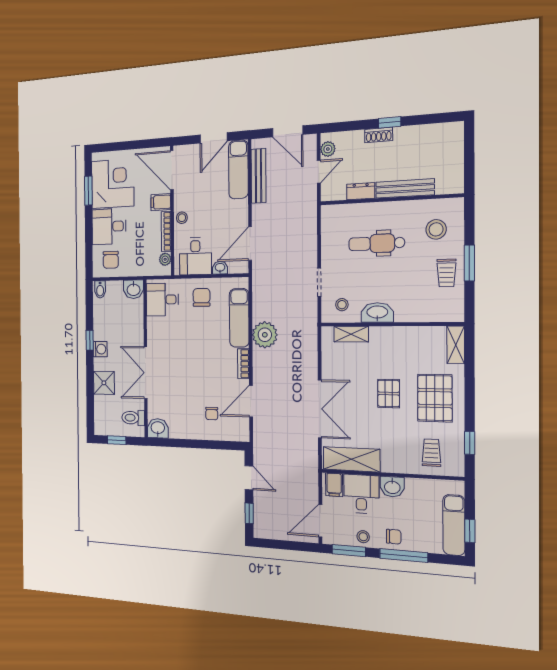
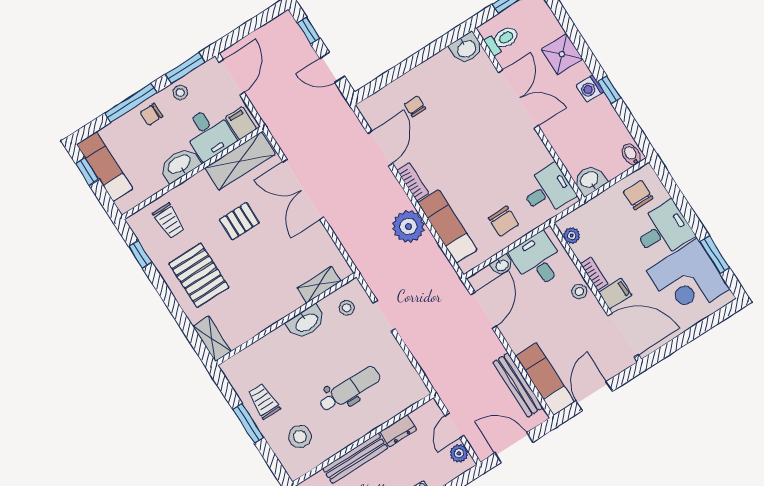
bookcase: (166, 231) -> (594, 274), width x0.64
pallet: (389, 393) -> (239, 221), moved, turned 90
washbasin: (392, 487) -> (180, 165), width x1.38

